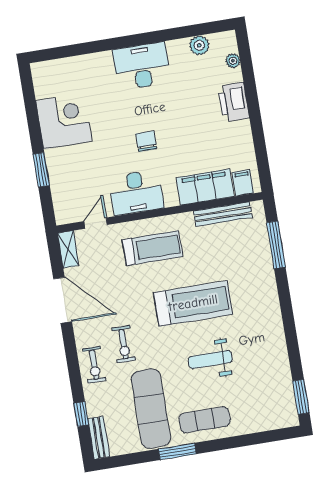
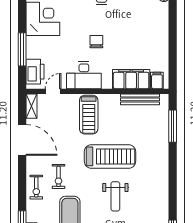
printer: (234, 102) -> (35, 72), moved, turned 180
window: (41, 170) -> (22, 49), width x1.44
treadmill: (152, 248) -> (89, 115), turned 90
weight bench: (210, 360) -> (115, 196), turned -90

